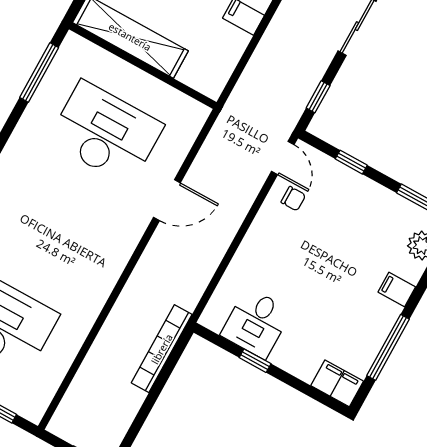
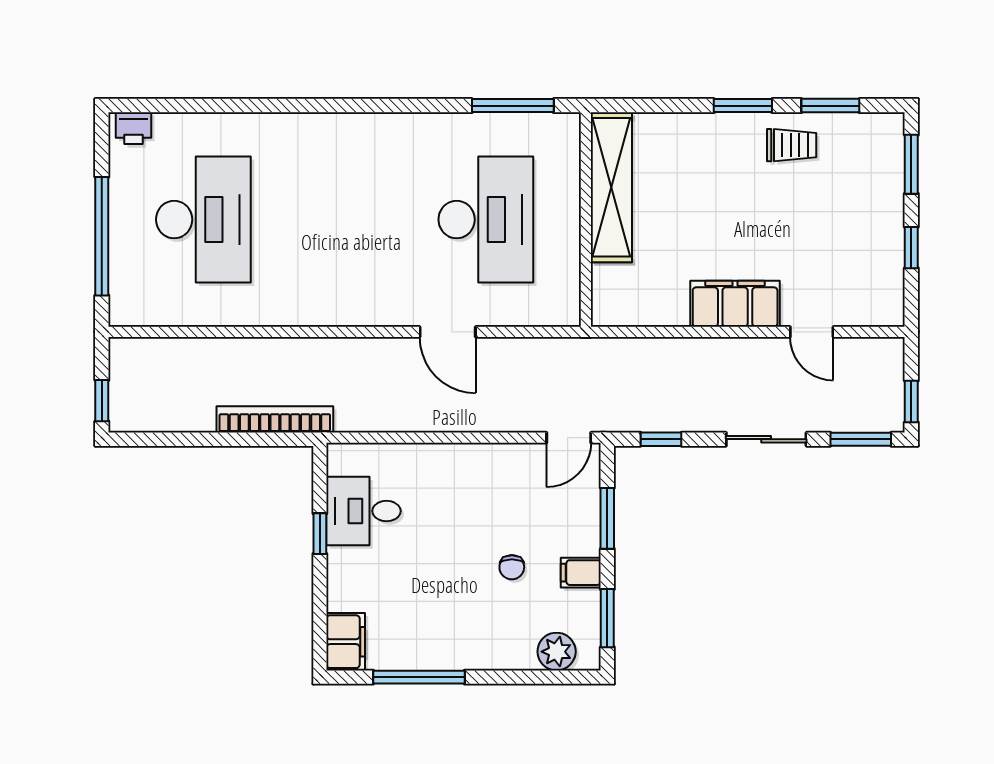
window: (351, 162) -> (607, 518), width x1.50
chair: (293, 199) -> (512, 567), moved
filing cabinet: (397, 289) -> (581, 573), moved, turned -90

